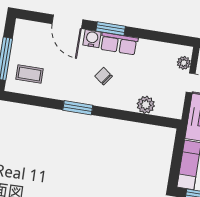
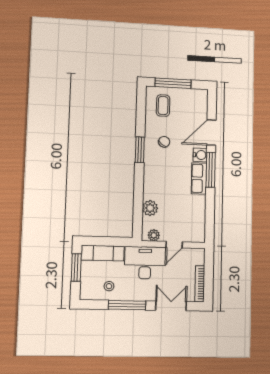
window: (111, 29) -> (211, 170), width x1.44
plant: (184, 63) -> (154, 235), moved
chair: (104, 76) -> (164, 142), moved

